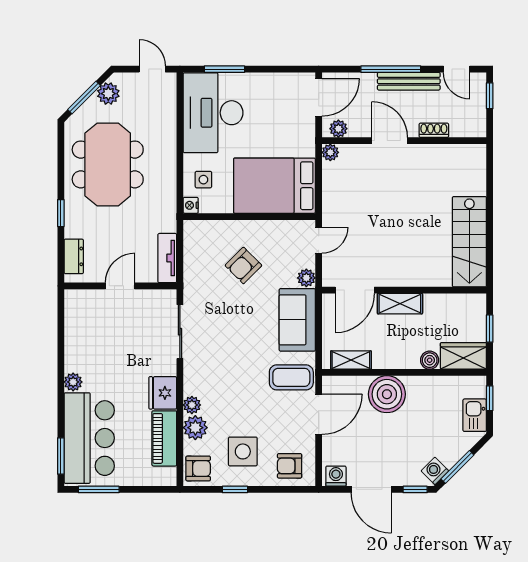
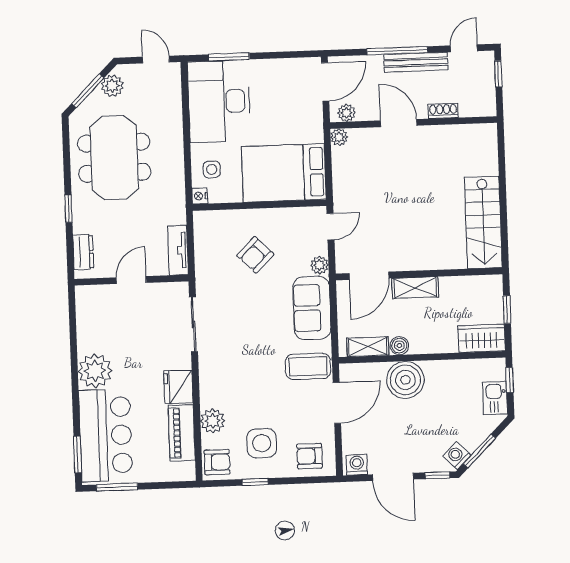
door: (457, 69) -> (464, 48), swing flipped
boiler: (430, 360) -> (399, 346), moved
plant: (73, 382) -> (95, 371), width x1.88, depth x1.88
plant: (192, 405) -> (208, 398), removed

